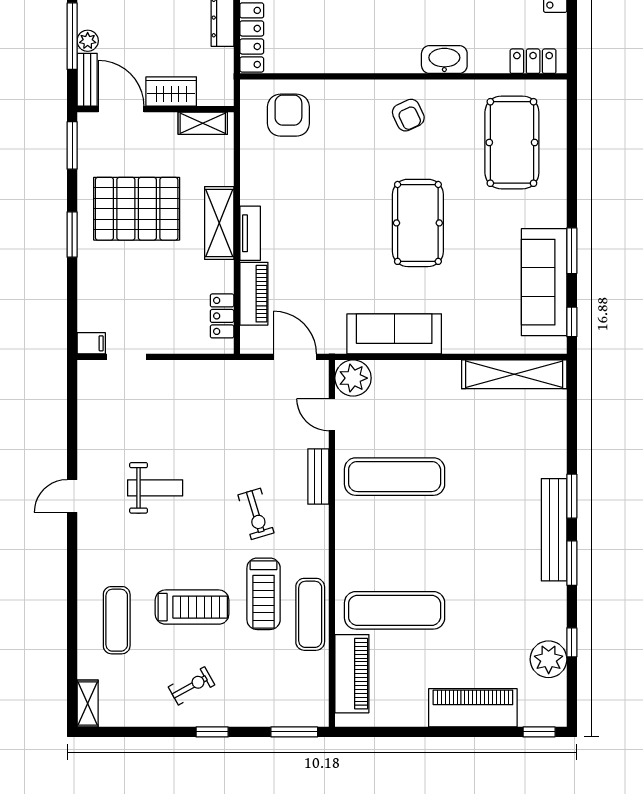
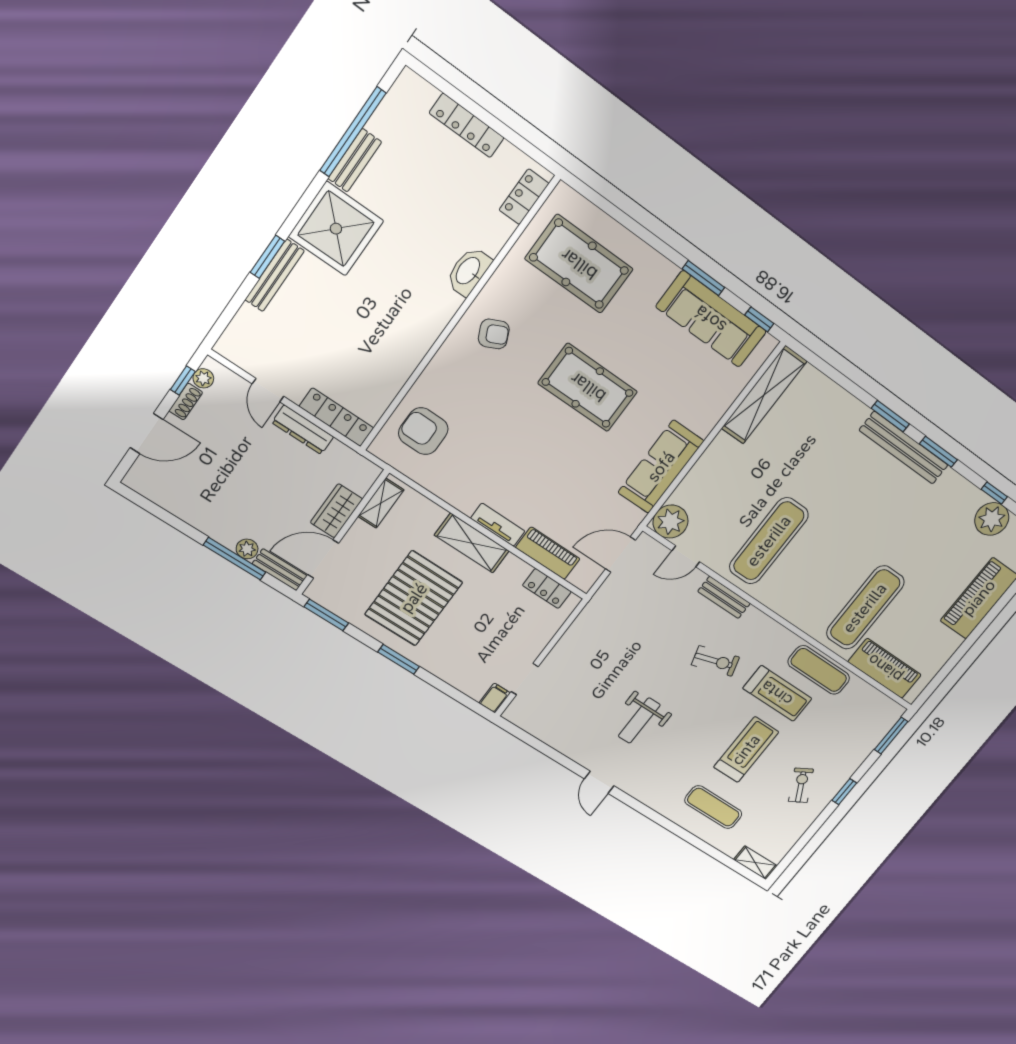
weight bench: (155, 488) -> (639, 721), turned 180

